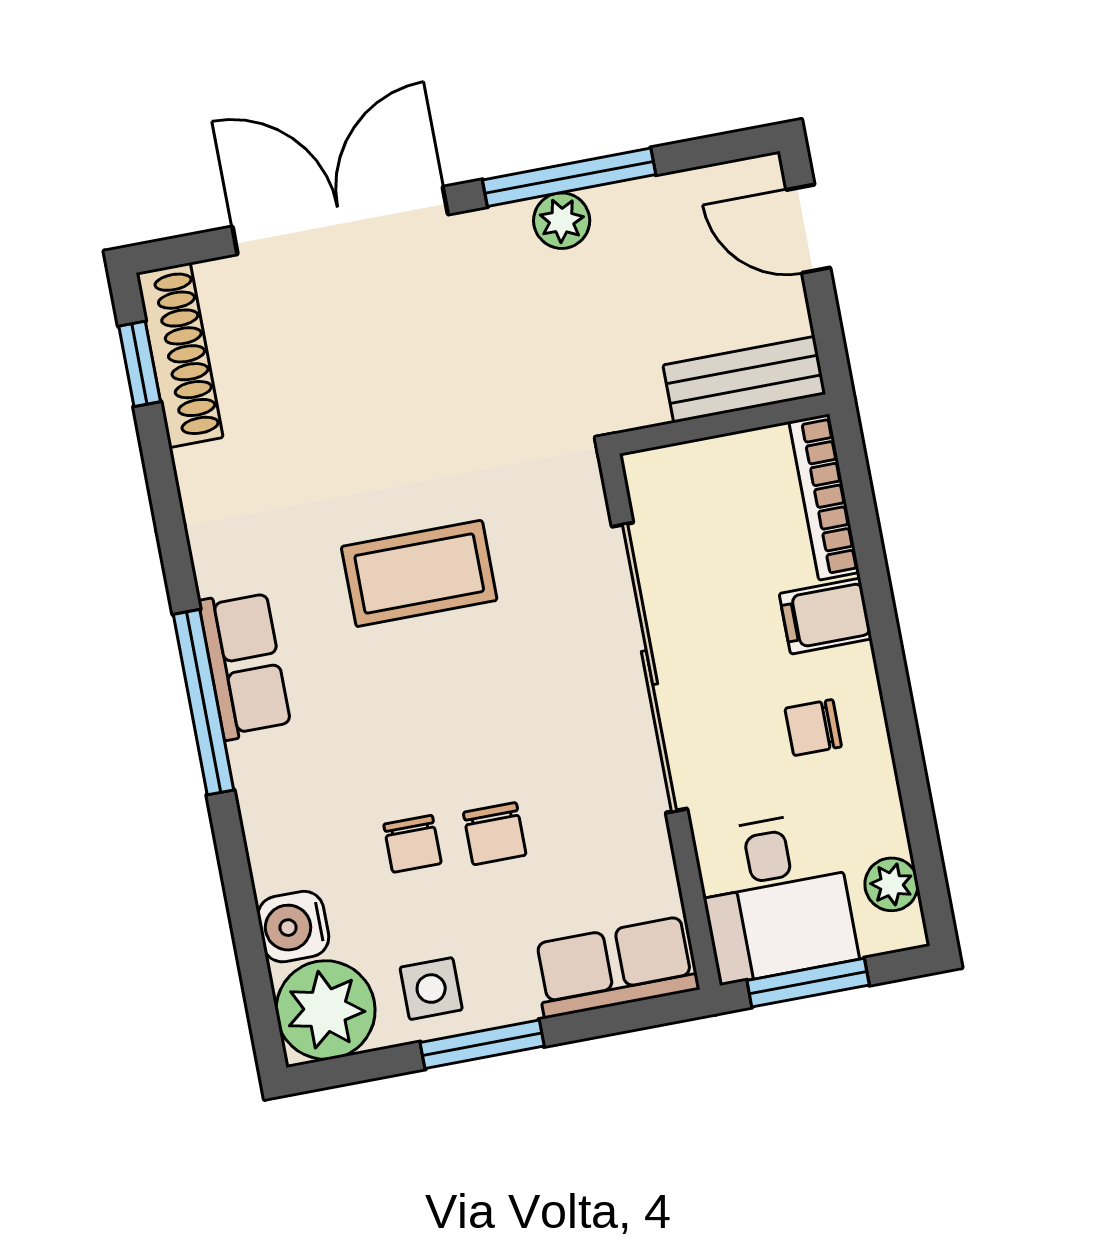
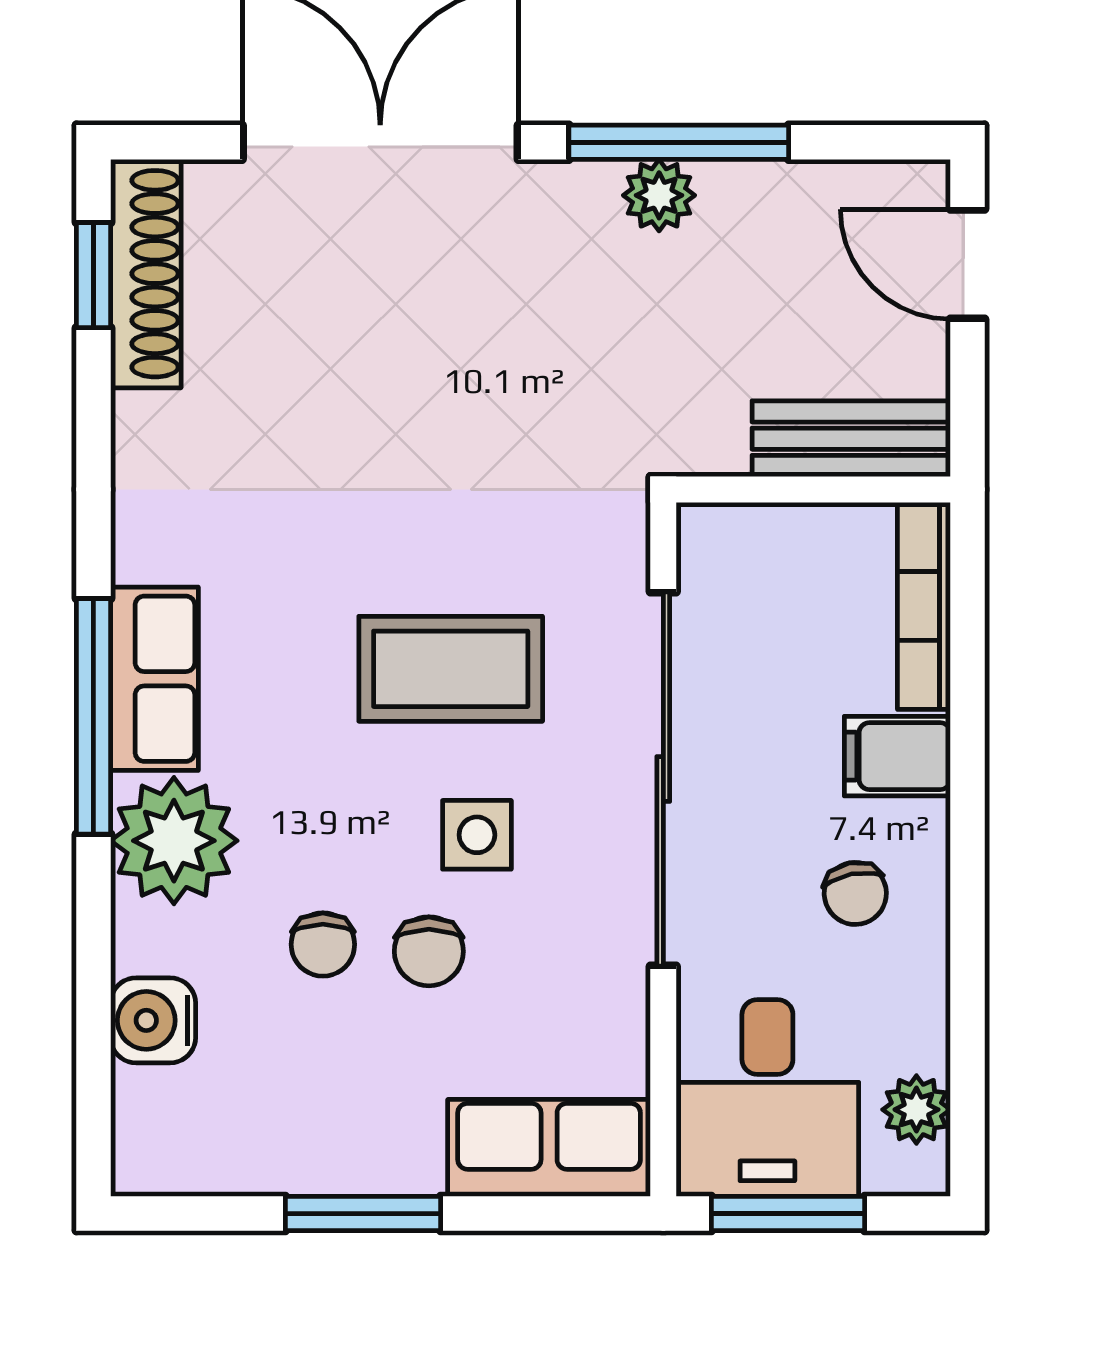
coffee table: (419, 573) -> (451, 669), moved
chair: (813, 728) -> (855, 893), turned -101
side table: (431, 989) -> (477, 835), moved
plant: (326, 1010) -> (174, 841), moved

